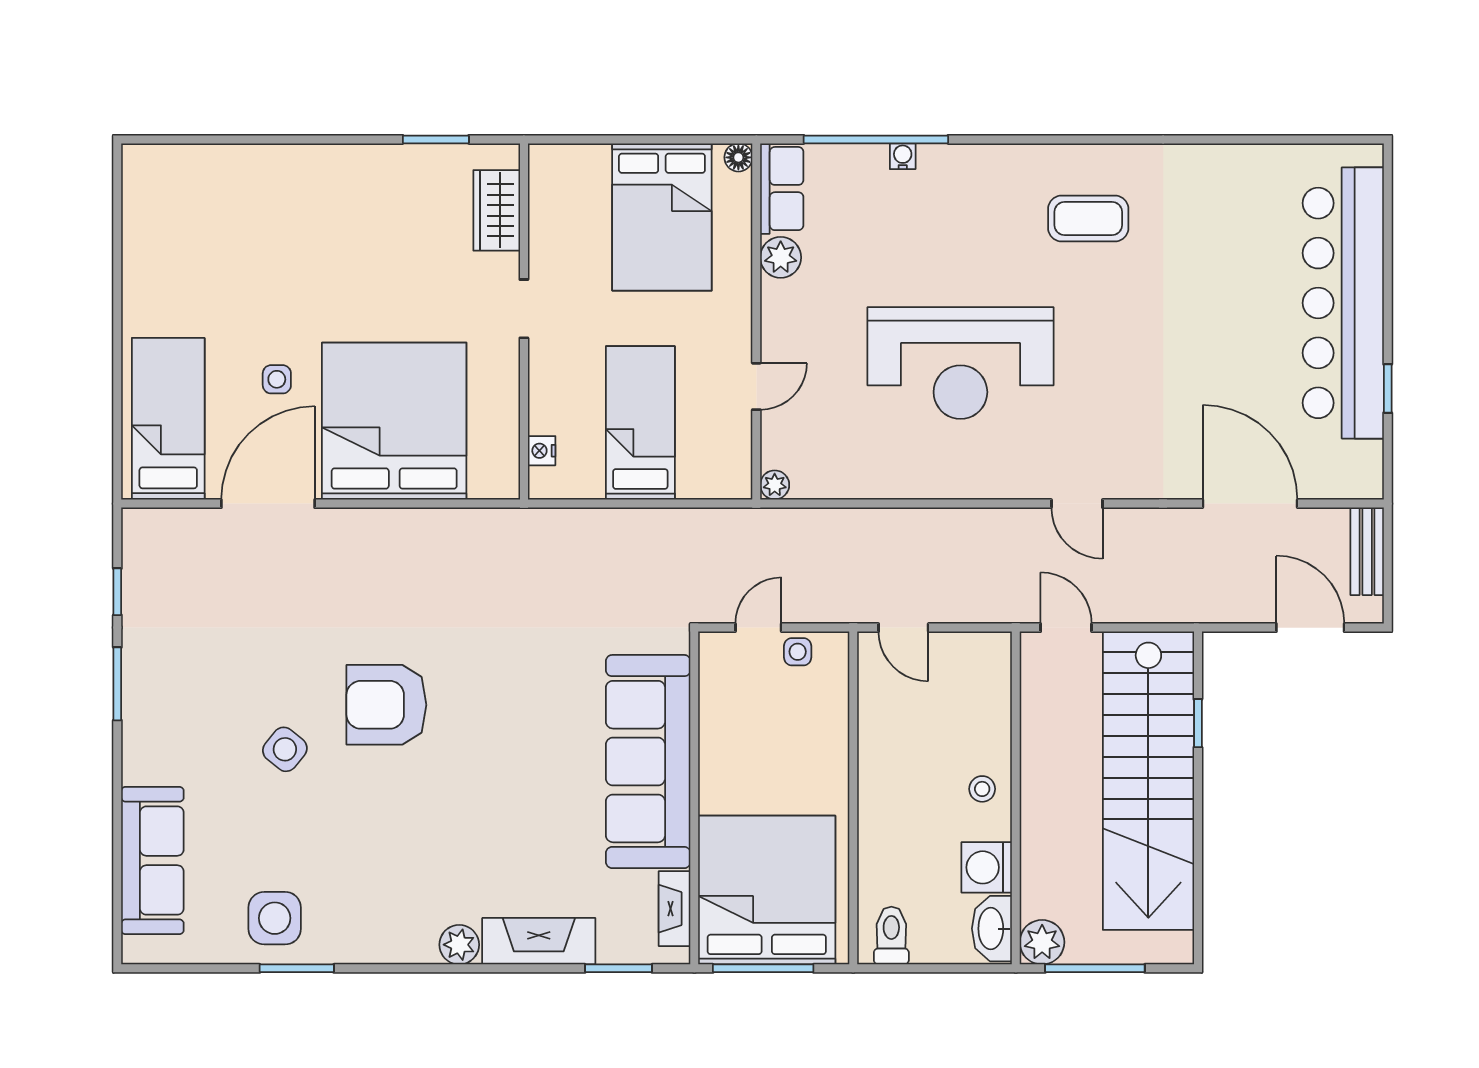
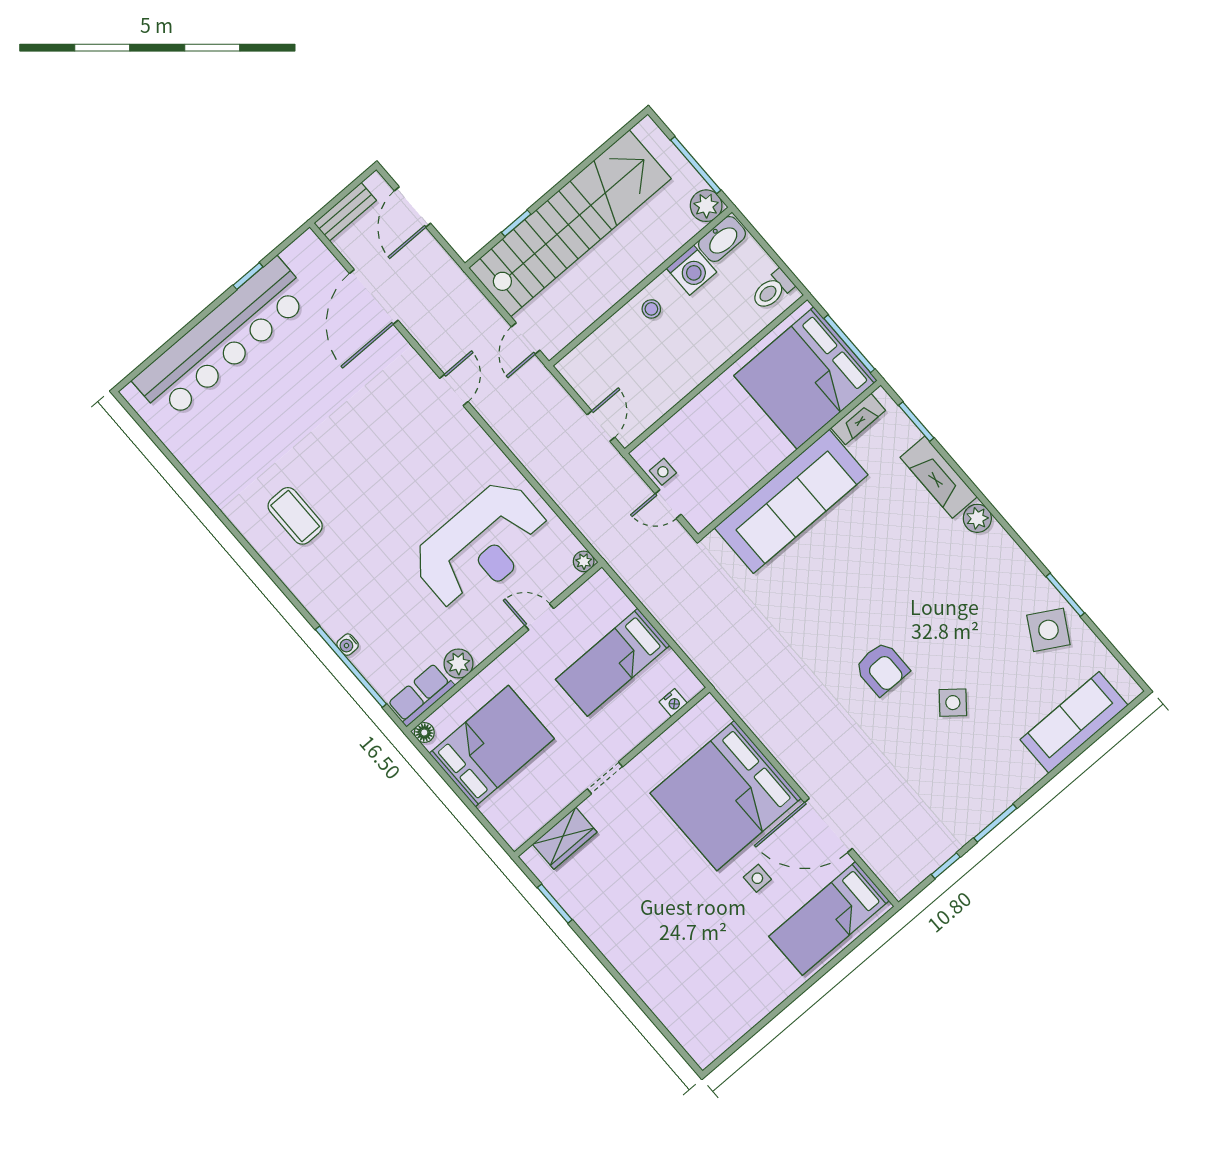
reception desk: (960, 363) -> (481, 546), moved, turned 90
armchair: (386, 705) -> (882, 669), width x0.73, depth x0.73
side table: (275, 918) -> (1048, 630), turned 30

